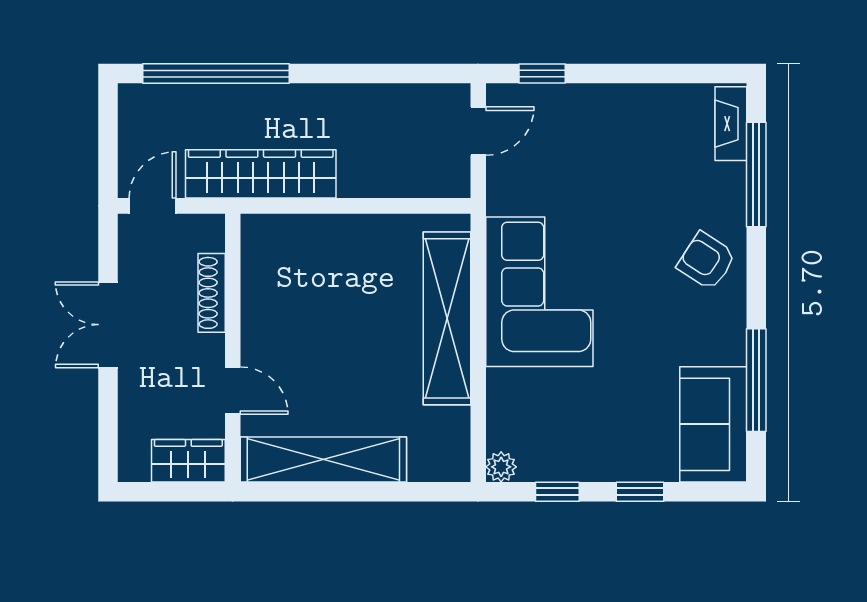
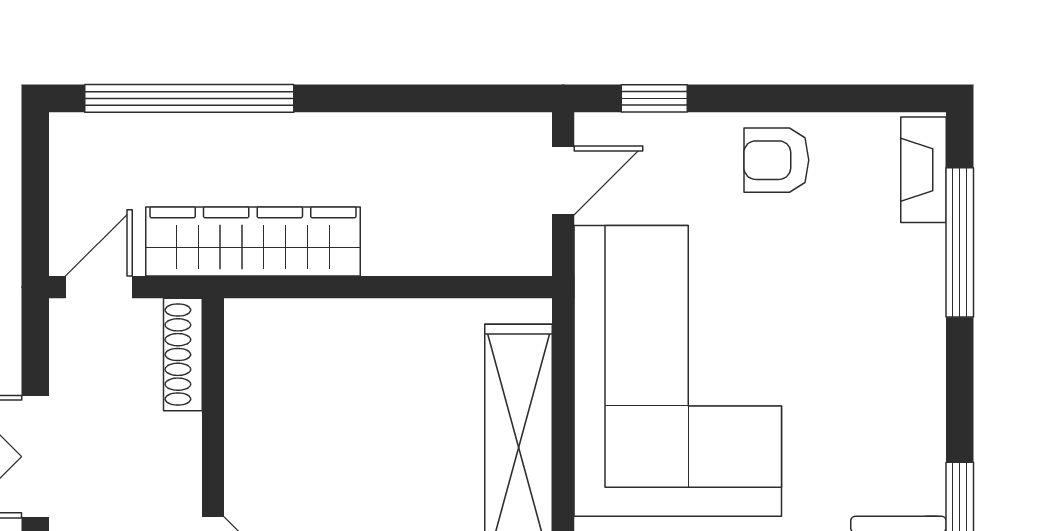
armchair: (706, 261) -> (776, 160), moved, turned -33
corner sofa: (539, 292) -> (678, 371), width x1.36, depth x1.36
shoe rack: (212, 293) -> (183, 355), moved

